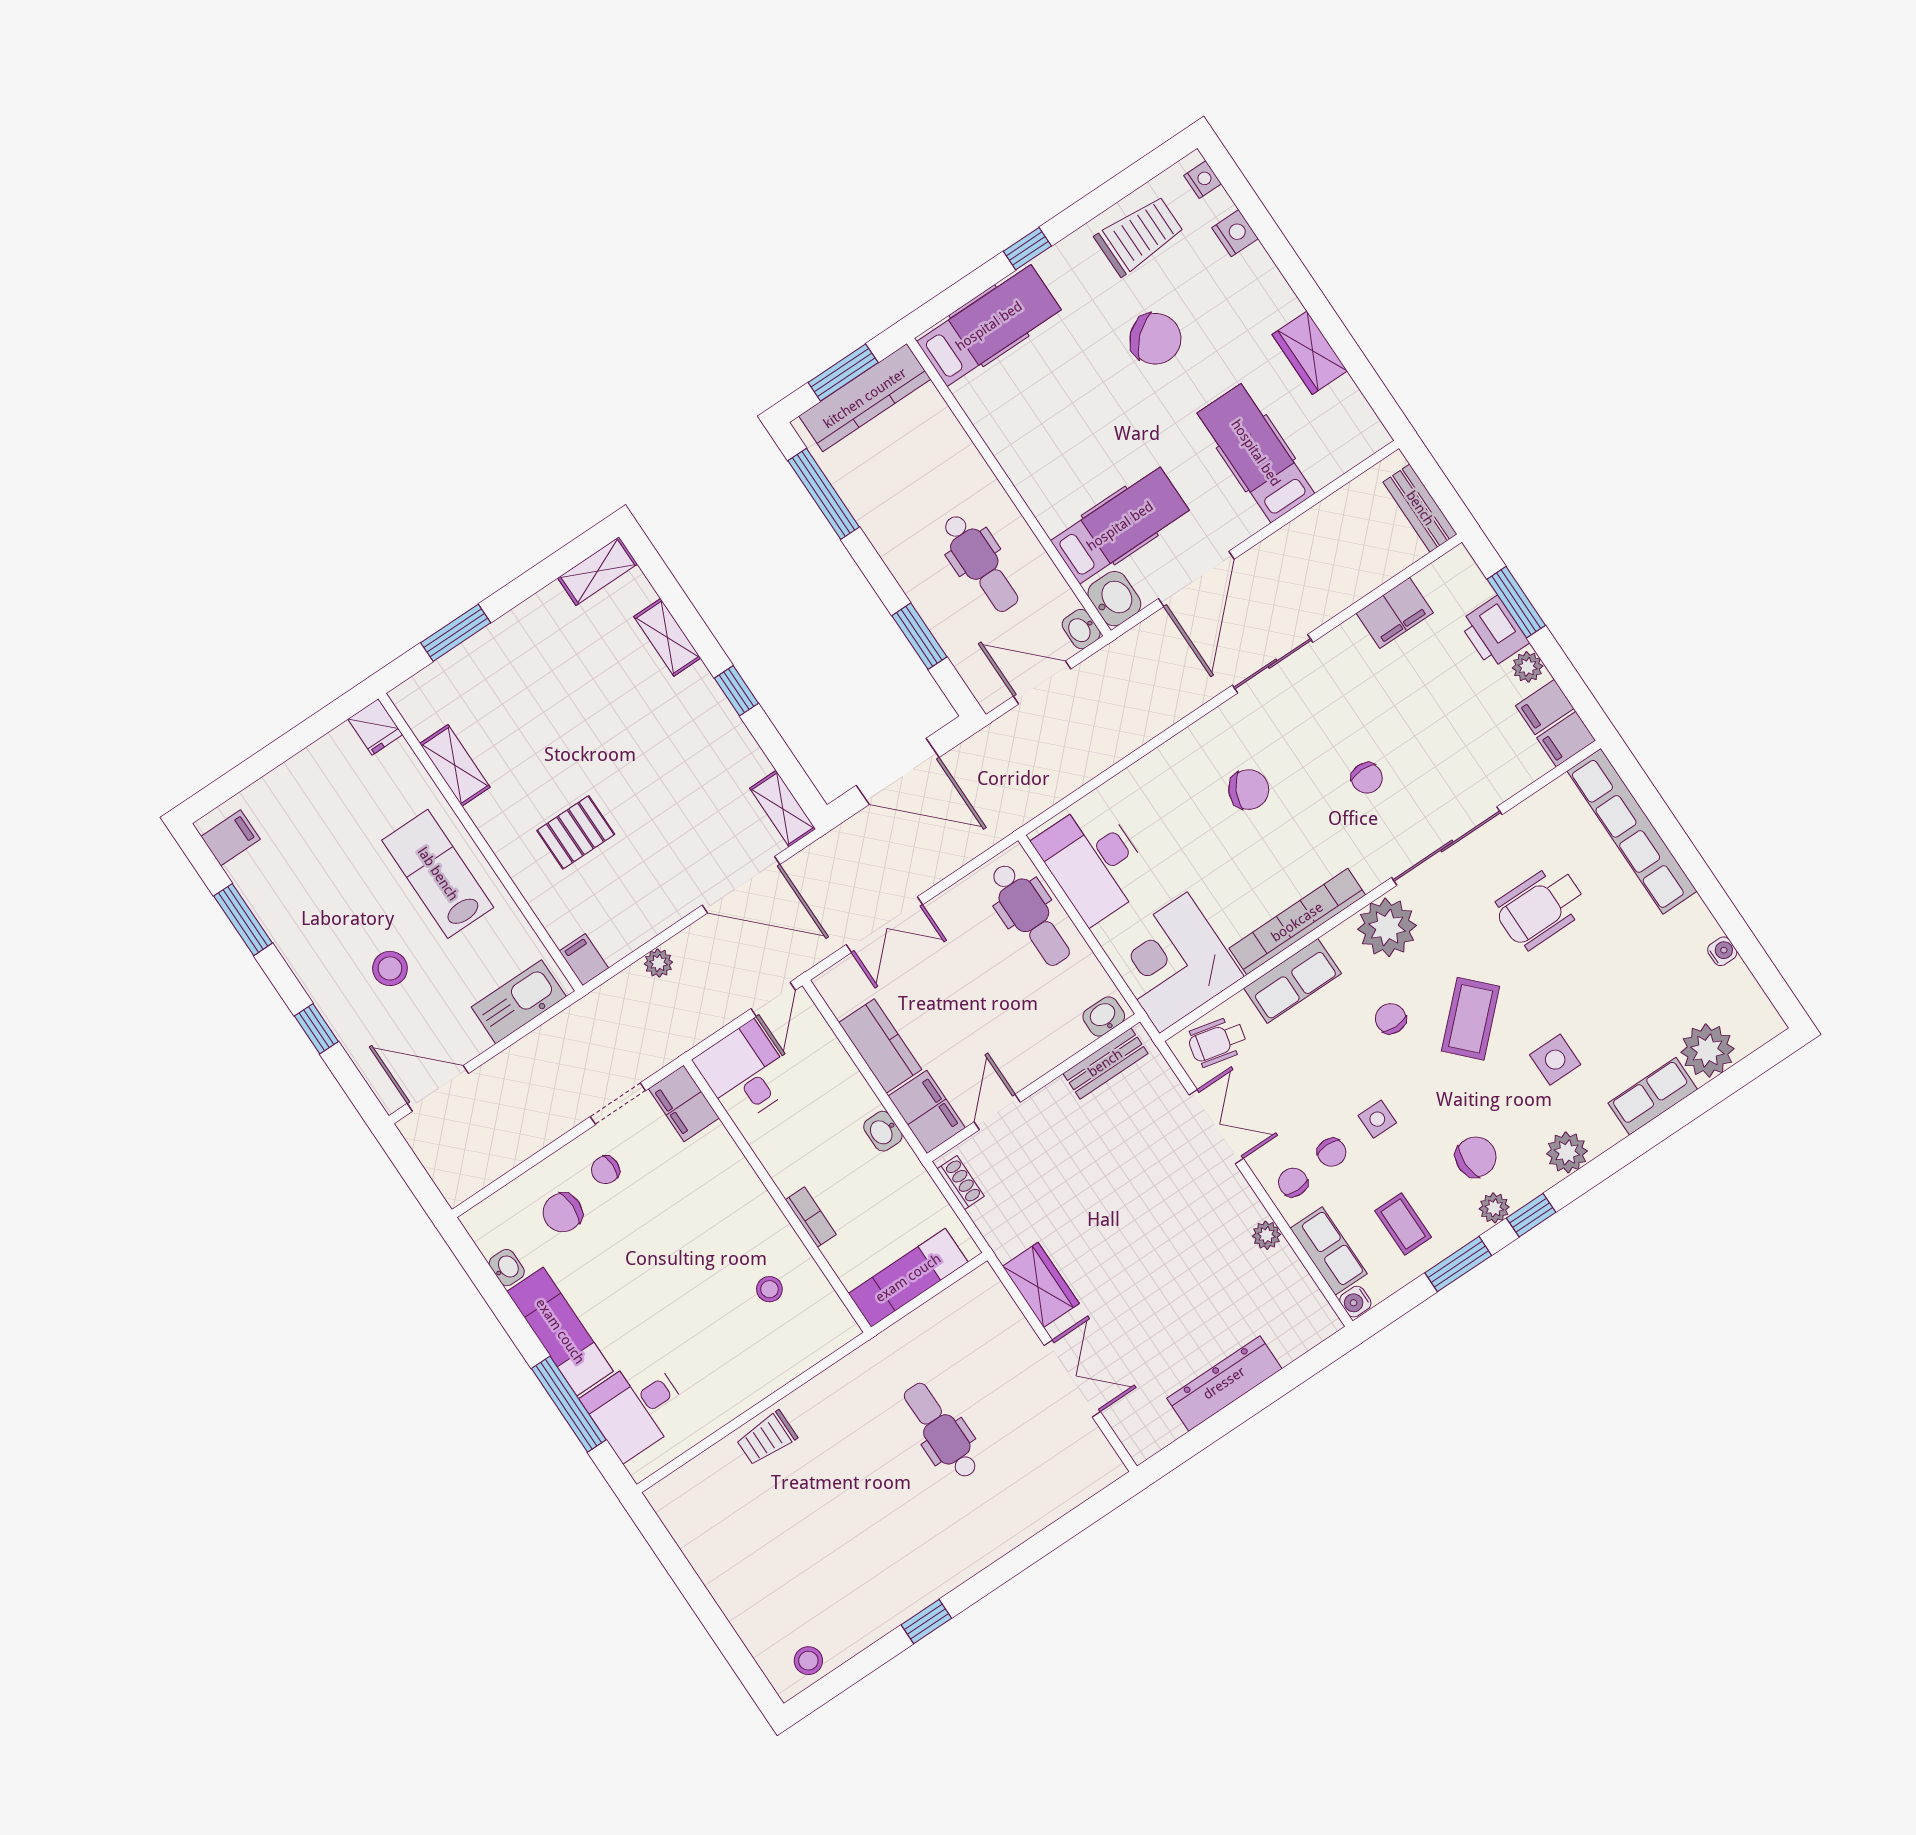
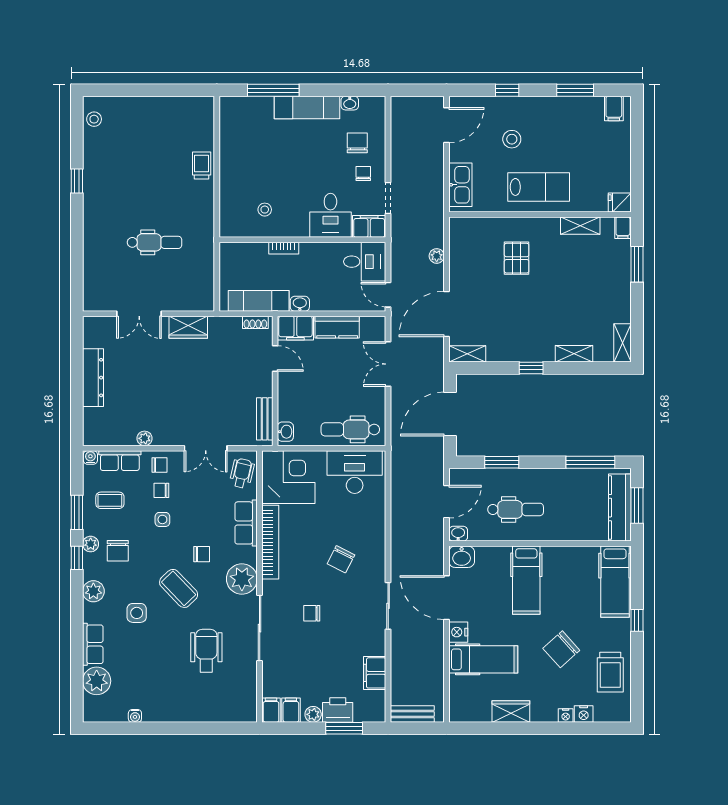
nightstand: (1203, 180) -> (566, 715), moved
nightstand: (1239, 523) -> (458, 632), added
hospital bed: (1120, 526) -> (526, 580), moved
dental chair: (980, 563) -> (516, 509), turned 180
row of seats: (1632, 831) -> (213, 712), removed
filing cabinet: (584, 960) -> (623, 228), moved, turned 90
exam couch: (908, 1278) -> (259, 301), moved, turned -90
desk: (636, 1408) -> (330, 215), moved, turned 180

